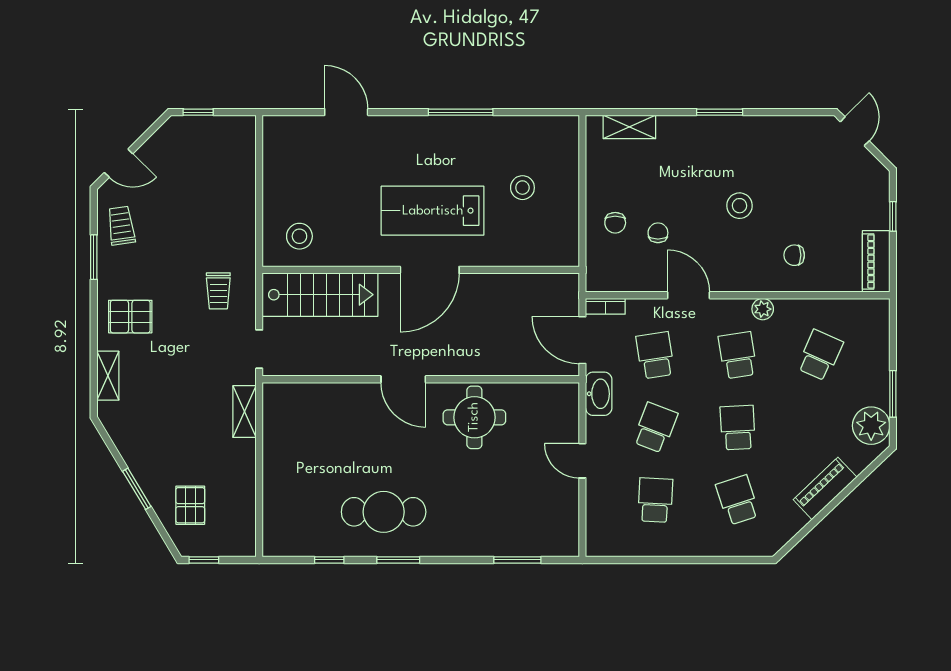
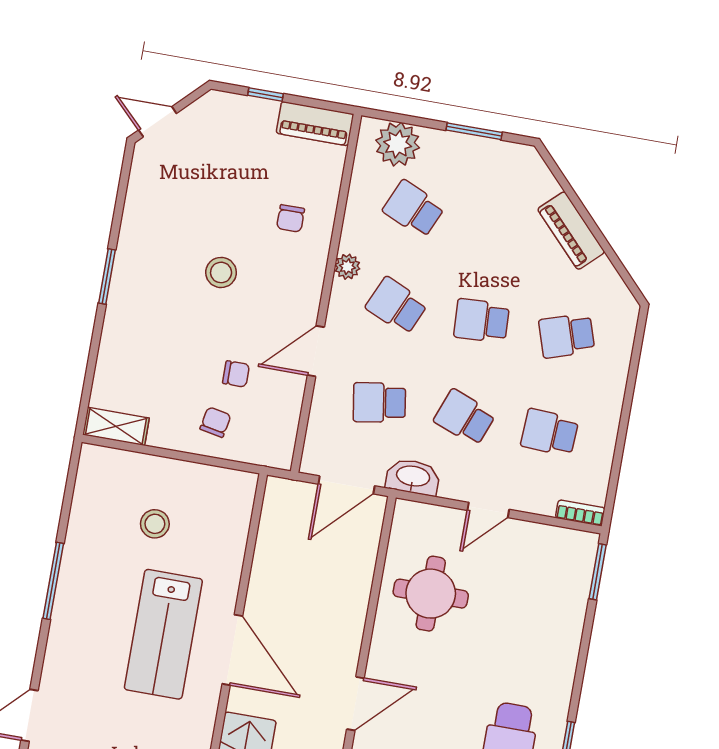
shelving: (629, 127) -> (116, 426), moved, turned 90
chair: (615, 223) -> (215, 422), turned -79
chair: (658, 233) -> (236, 374), turned 180
bookcase: (605, 306) -> (580, 513), moved, turned -90
school desk: (738, 355) -> (396, 306), turned 33
round table: (474, 417) -> (431, 594), moved
plant: (871, 426) -> (398, 144), moved
window: (517, 560) -> (598, 572), moved

